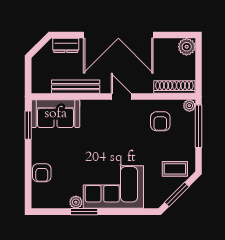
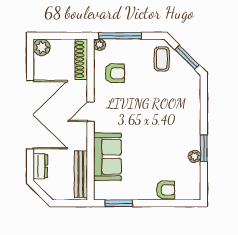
bench: (76, 87) -> (81, 174), moved
sofa: (56, 114) -> (107, 157), moved
corner sofa: (113, 187) -> (180, 119), removed

